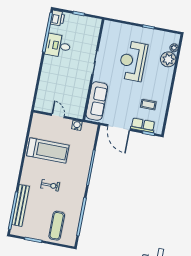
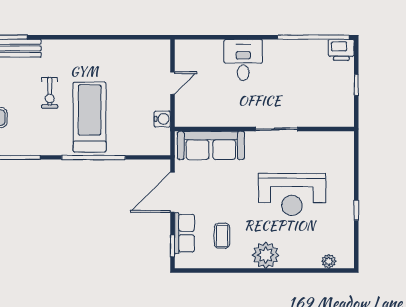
desk: (58, 46) -> (243, 60), moved
plant: (168, 59) -> (266, 255), moved
reception desk: (133, 61) -> (292, 194), turned 180
treadmill: (48, 150) -> (90, 117), moved, turned 180

